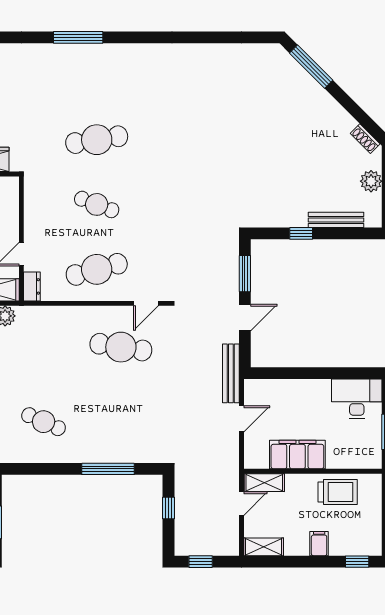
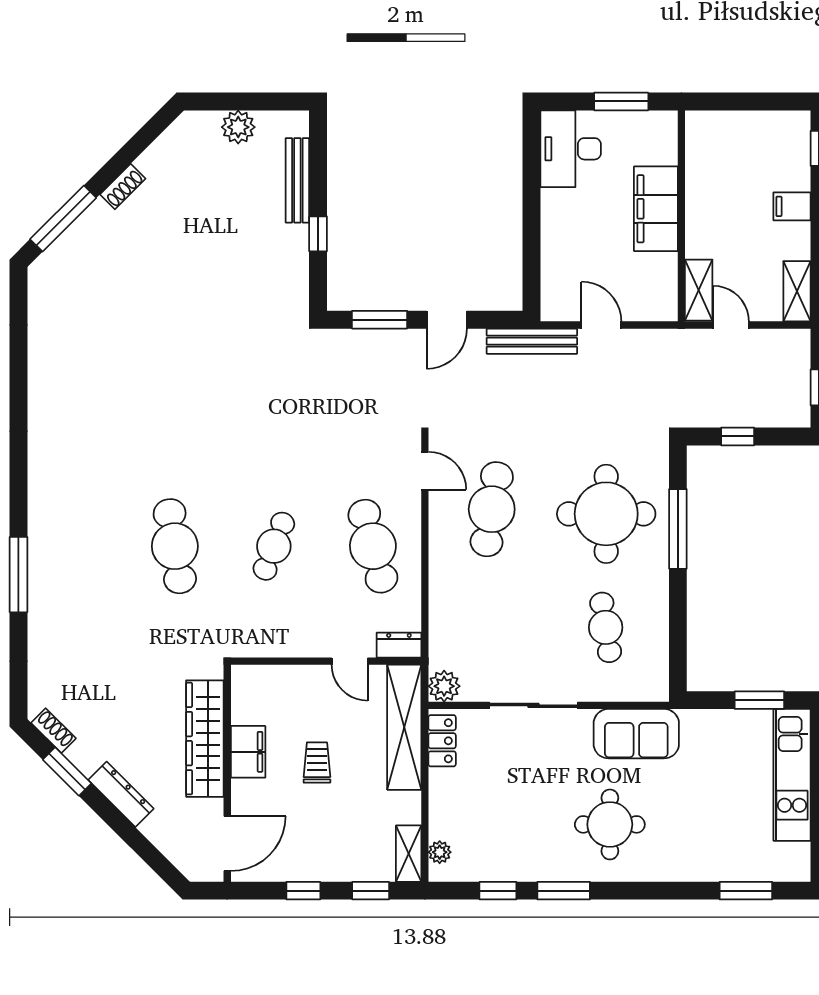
shoe rack: (365, 139) -> (123, 186), moved
door: (245, 318) -> (447, 320), swing flipped
cafe table: (44, 422) -> (606, 627), turned -33
round table: (118, 422) -> (606, 514), added
filing cabinet: (297, 455) -> (656, 209), moved
trolley: (338, 492) -> (713, 178), removed

